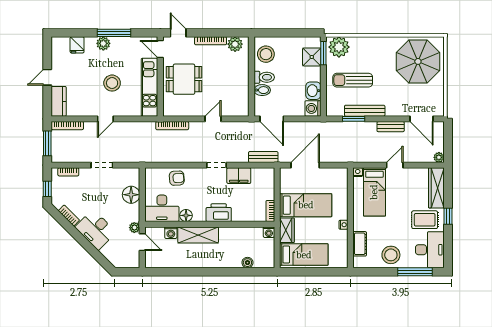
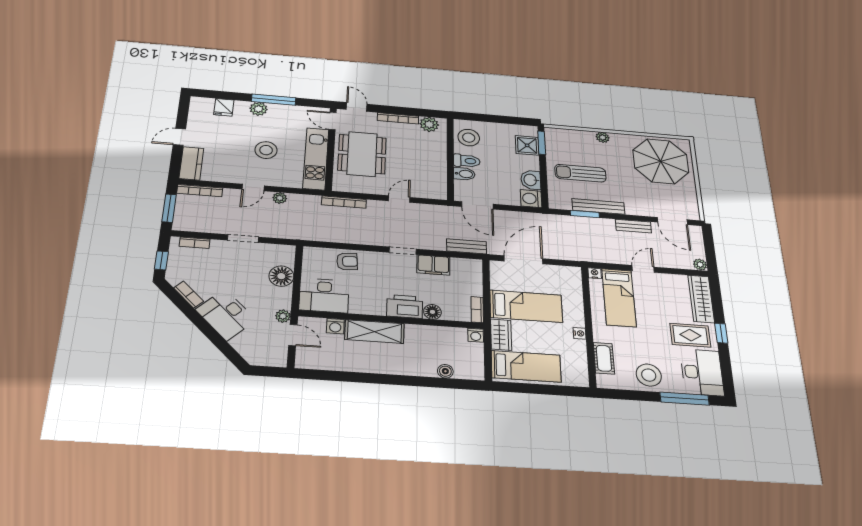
plant: (339, 47) -> (603, 137), moved, width x0.53, depth x0.53
dining table: (184, 79) -> (362, 154), width x1.38
plant: (125, 127) -> (280, 198), added
floor lamp: (186, 215) -> (432, 312), moved

